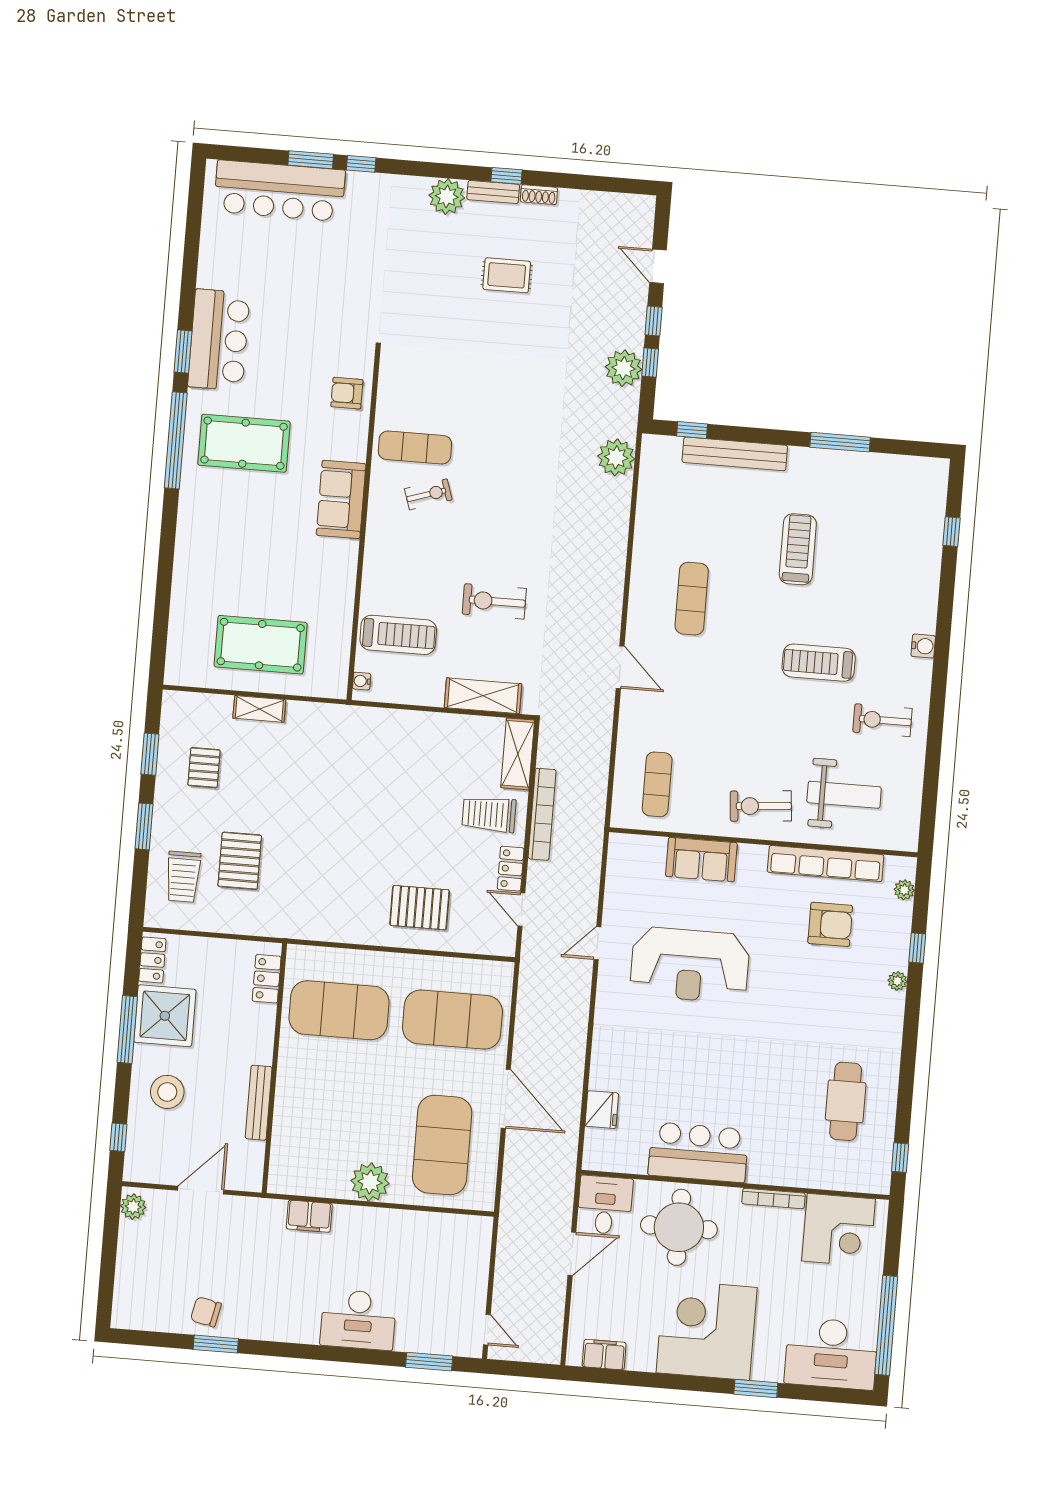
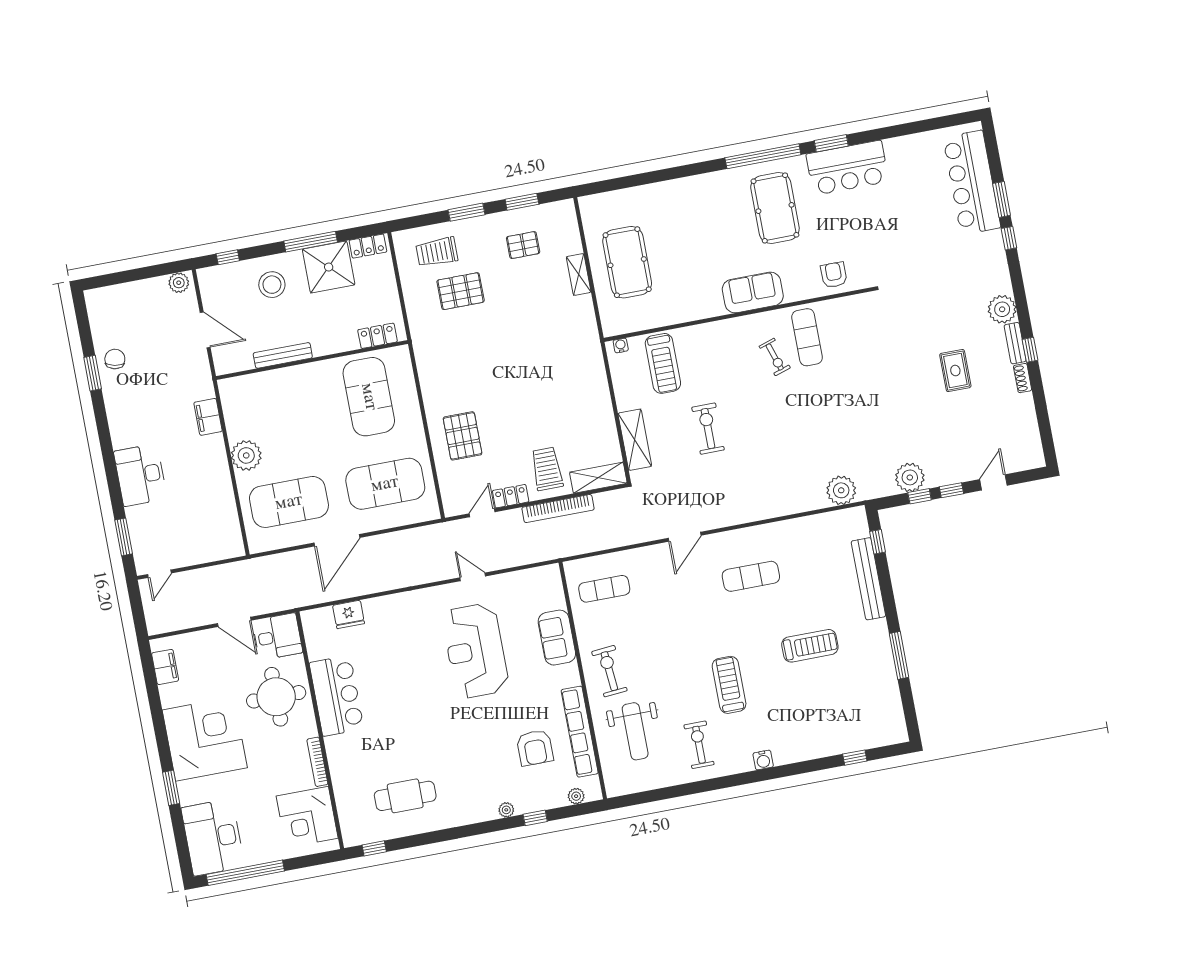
exercise mat: (452, 1020) -> (385, 484), turned 90

